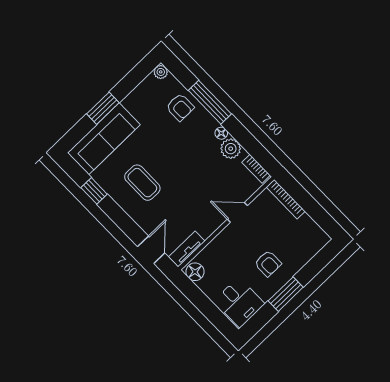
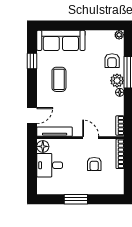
window: (103, 108) -> (75, 25), removed
plant: (231, 149) -> (117, 81), moved
tv unit: (187, 249) -> (55, 132), width x1.41
armchair: (268, 263) -> (94, 164), moved
desk: (239, 302) -> (50, 165), moved, turned 90

